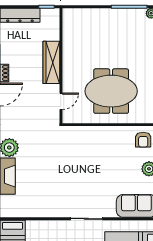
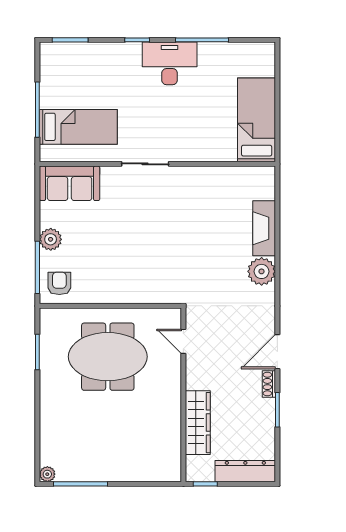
wardrobe: (51, 62) -> (198, 423), moved
door: (61, 101) -> (183, 341), hinge flipped

